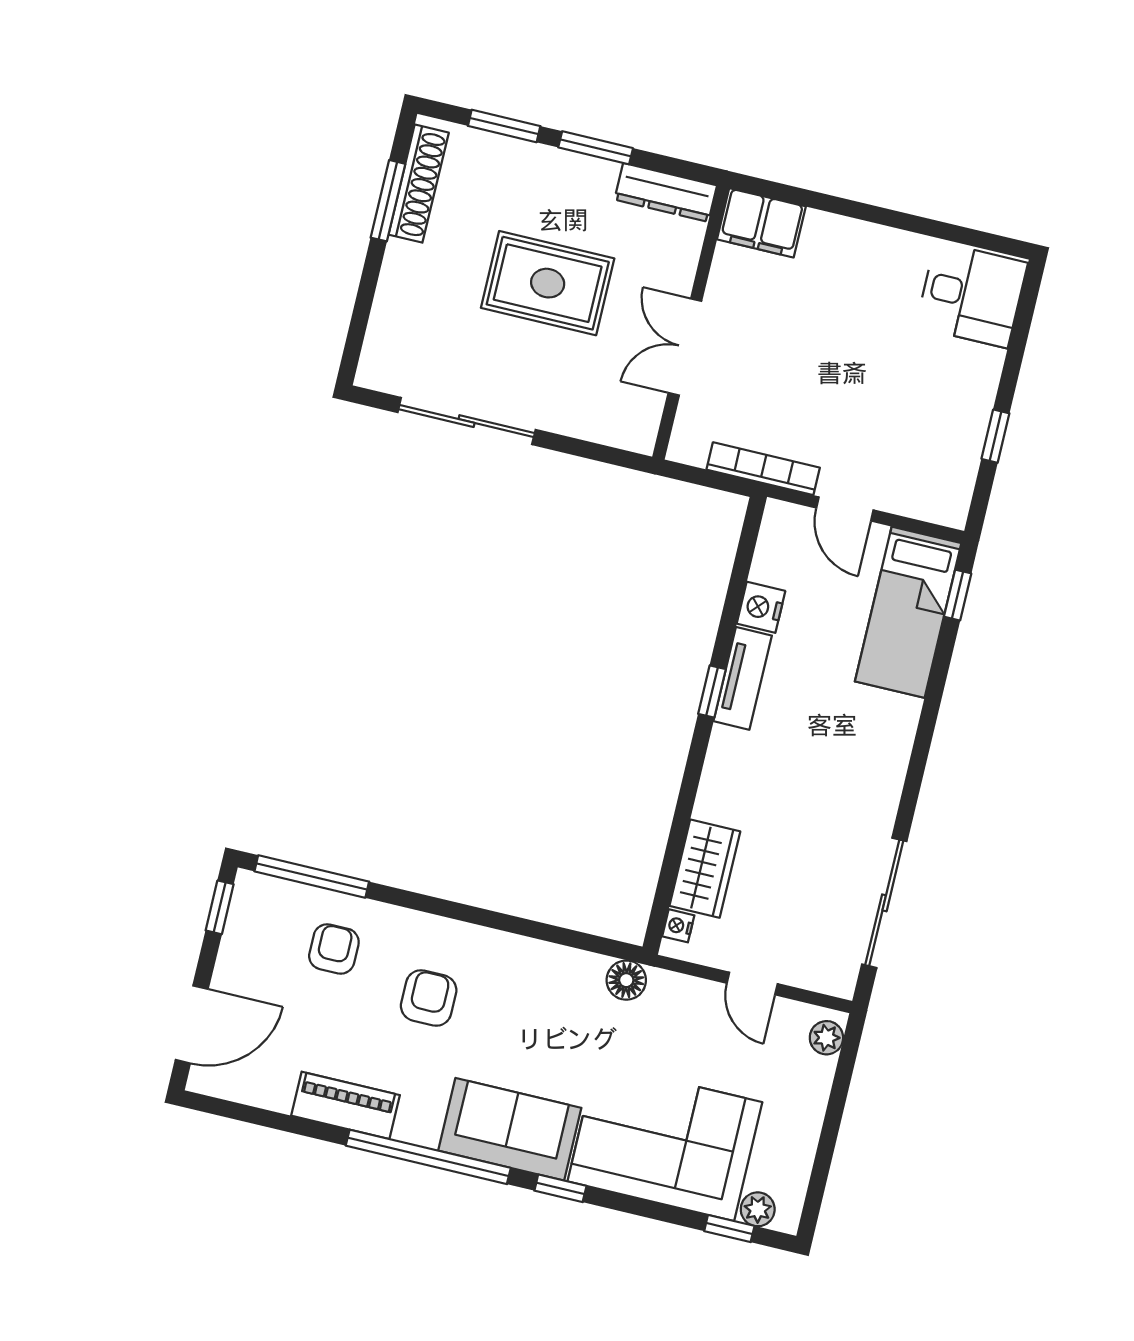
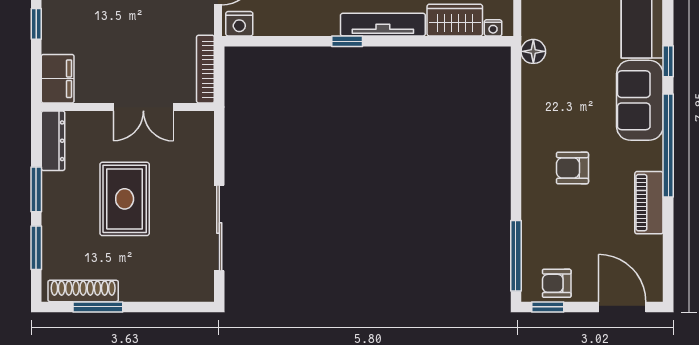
window: (856, 210) -> (36, 24), added
bookcase: (763, 469) -> (205, 69), moved
nightstand: (761, 607) -> (239, 24), moved
tv unit: (743, 678) -> (383, 25), moved, width x1.41
armchair: (334, 949) -> (557, 283), moved

